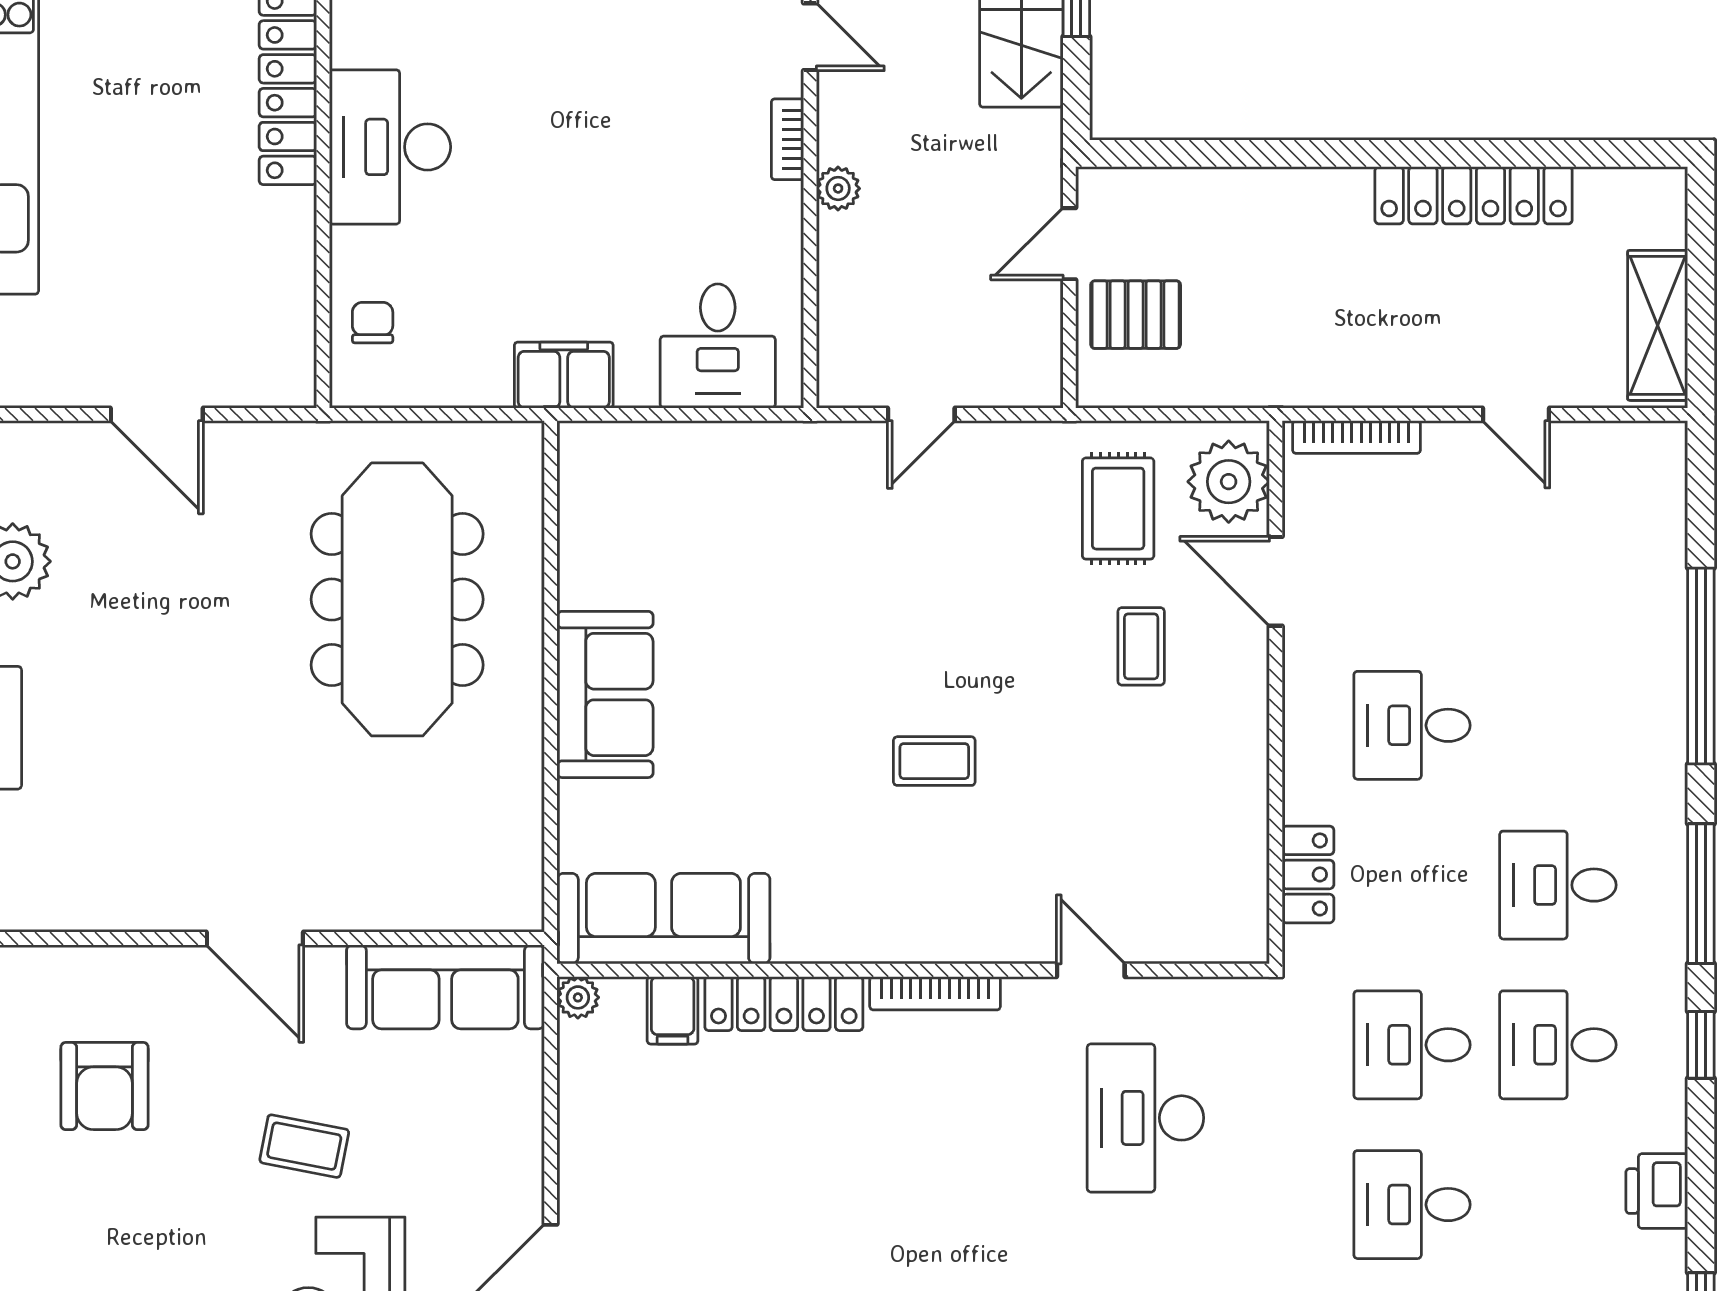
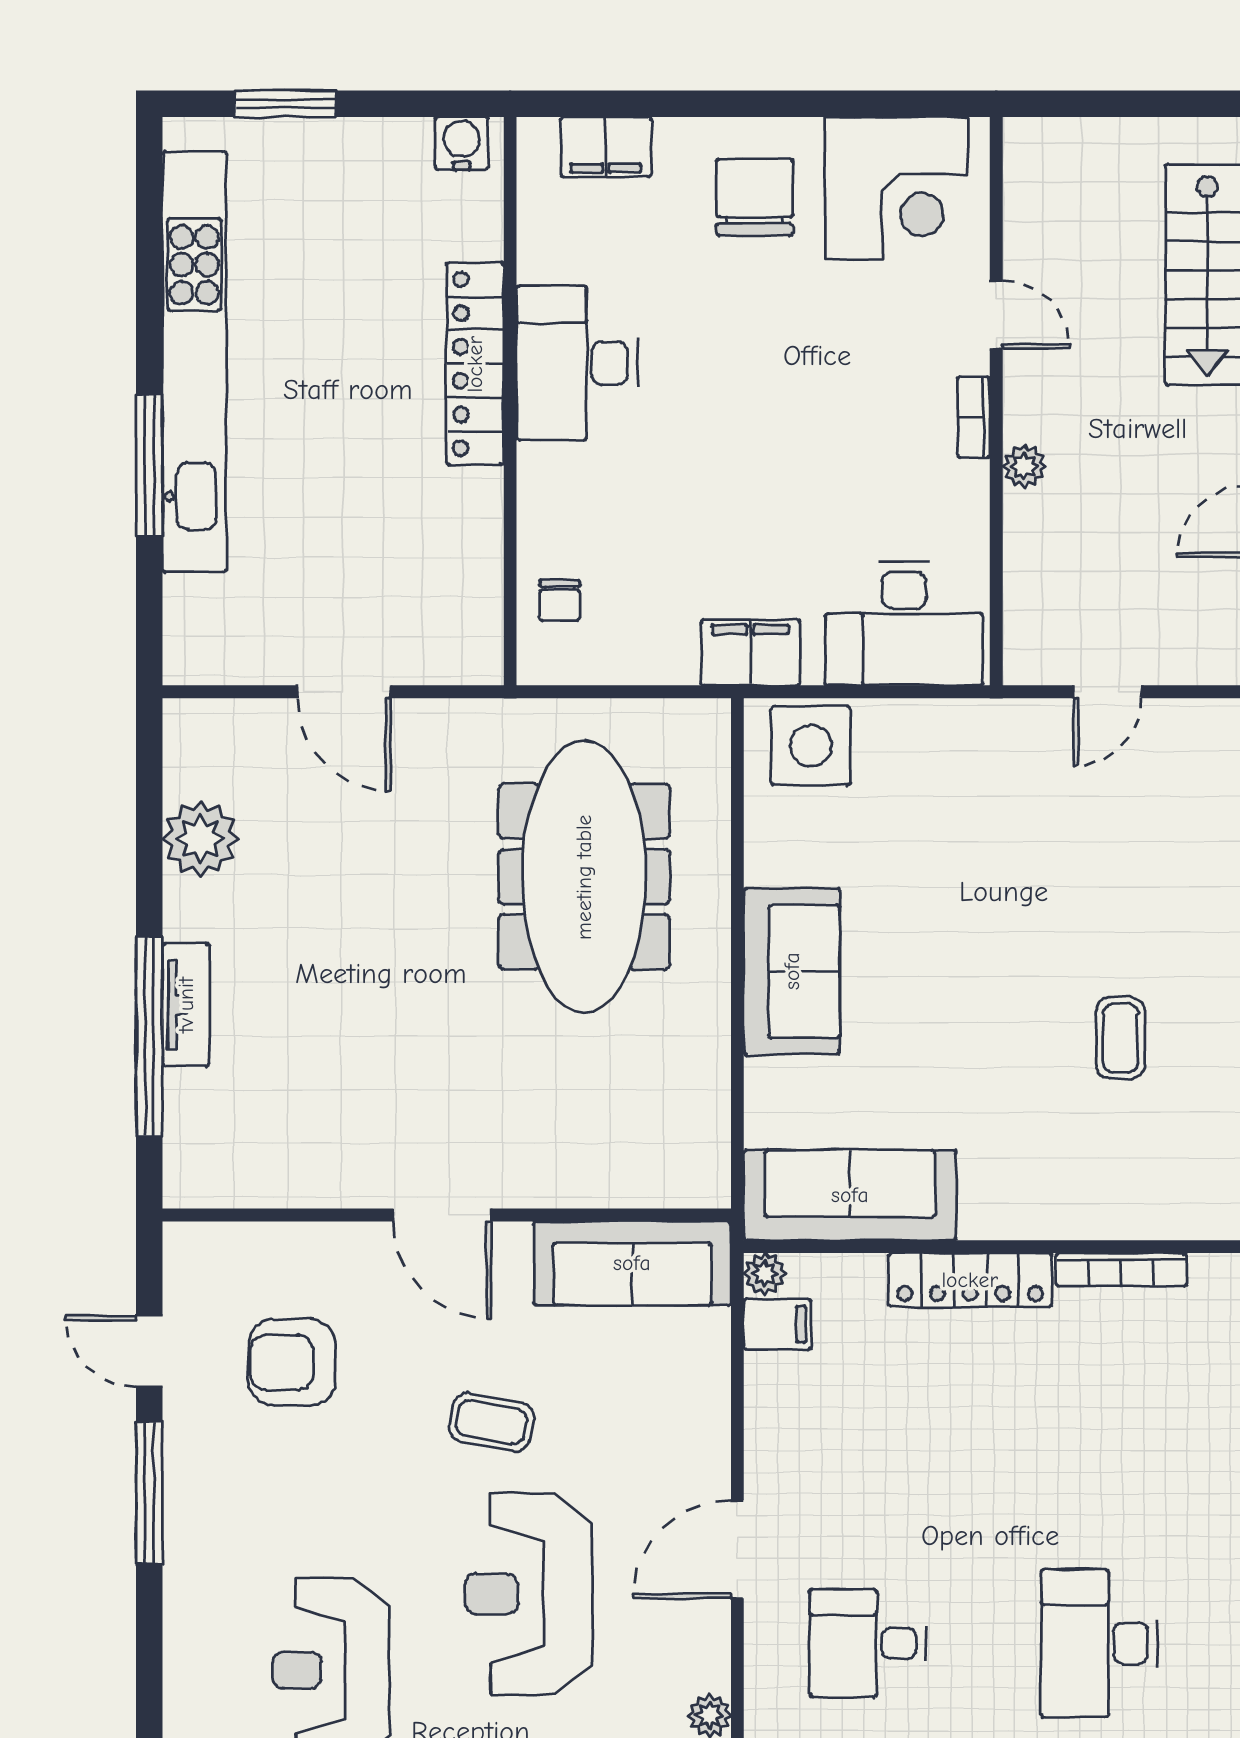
desk: (390, 147) -> (577, 363), moved
chair: (373, 323) -> (560, 600), turned 180
desk: (718, 346) -> (904, 624), width x1.37
side table: (624, 468) -> (811, 746), added
coffee table: (934, 761) -> (1120, 1038), turned 90
filing cabinet: (673, 1010) -> (777, 1324), moved, turned -90
armchair: (105, 1086) -> (292, 1362), turned 90

